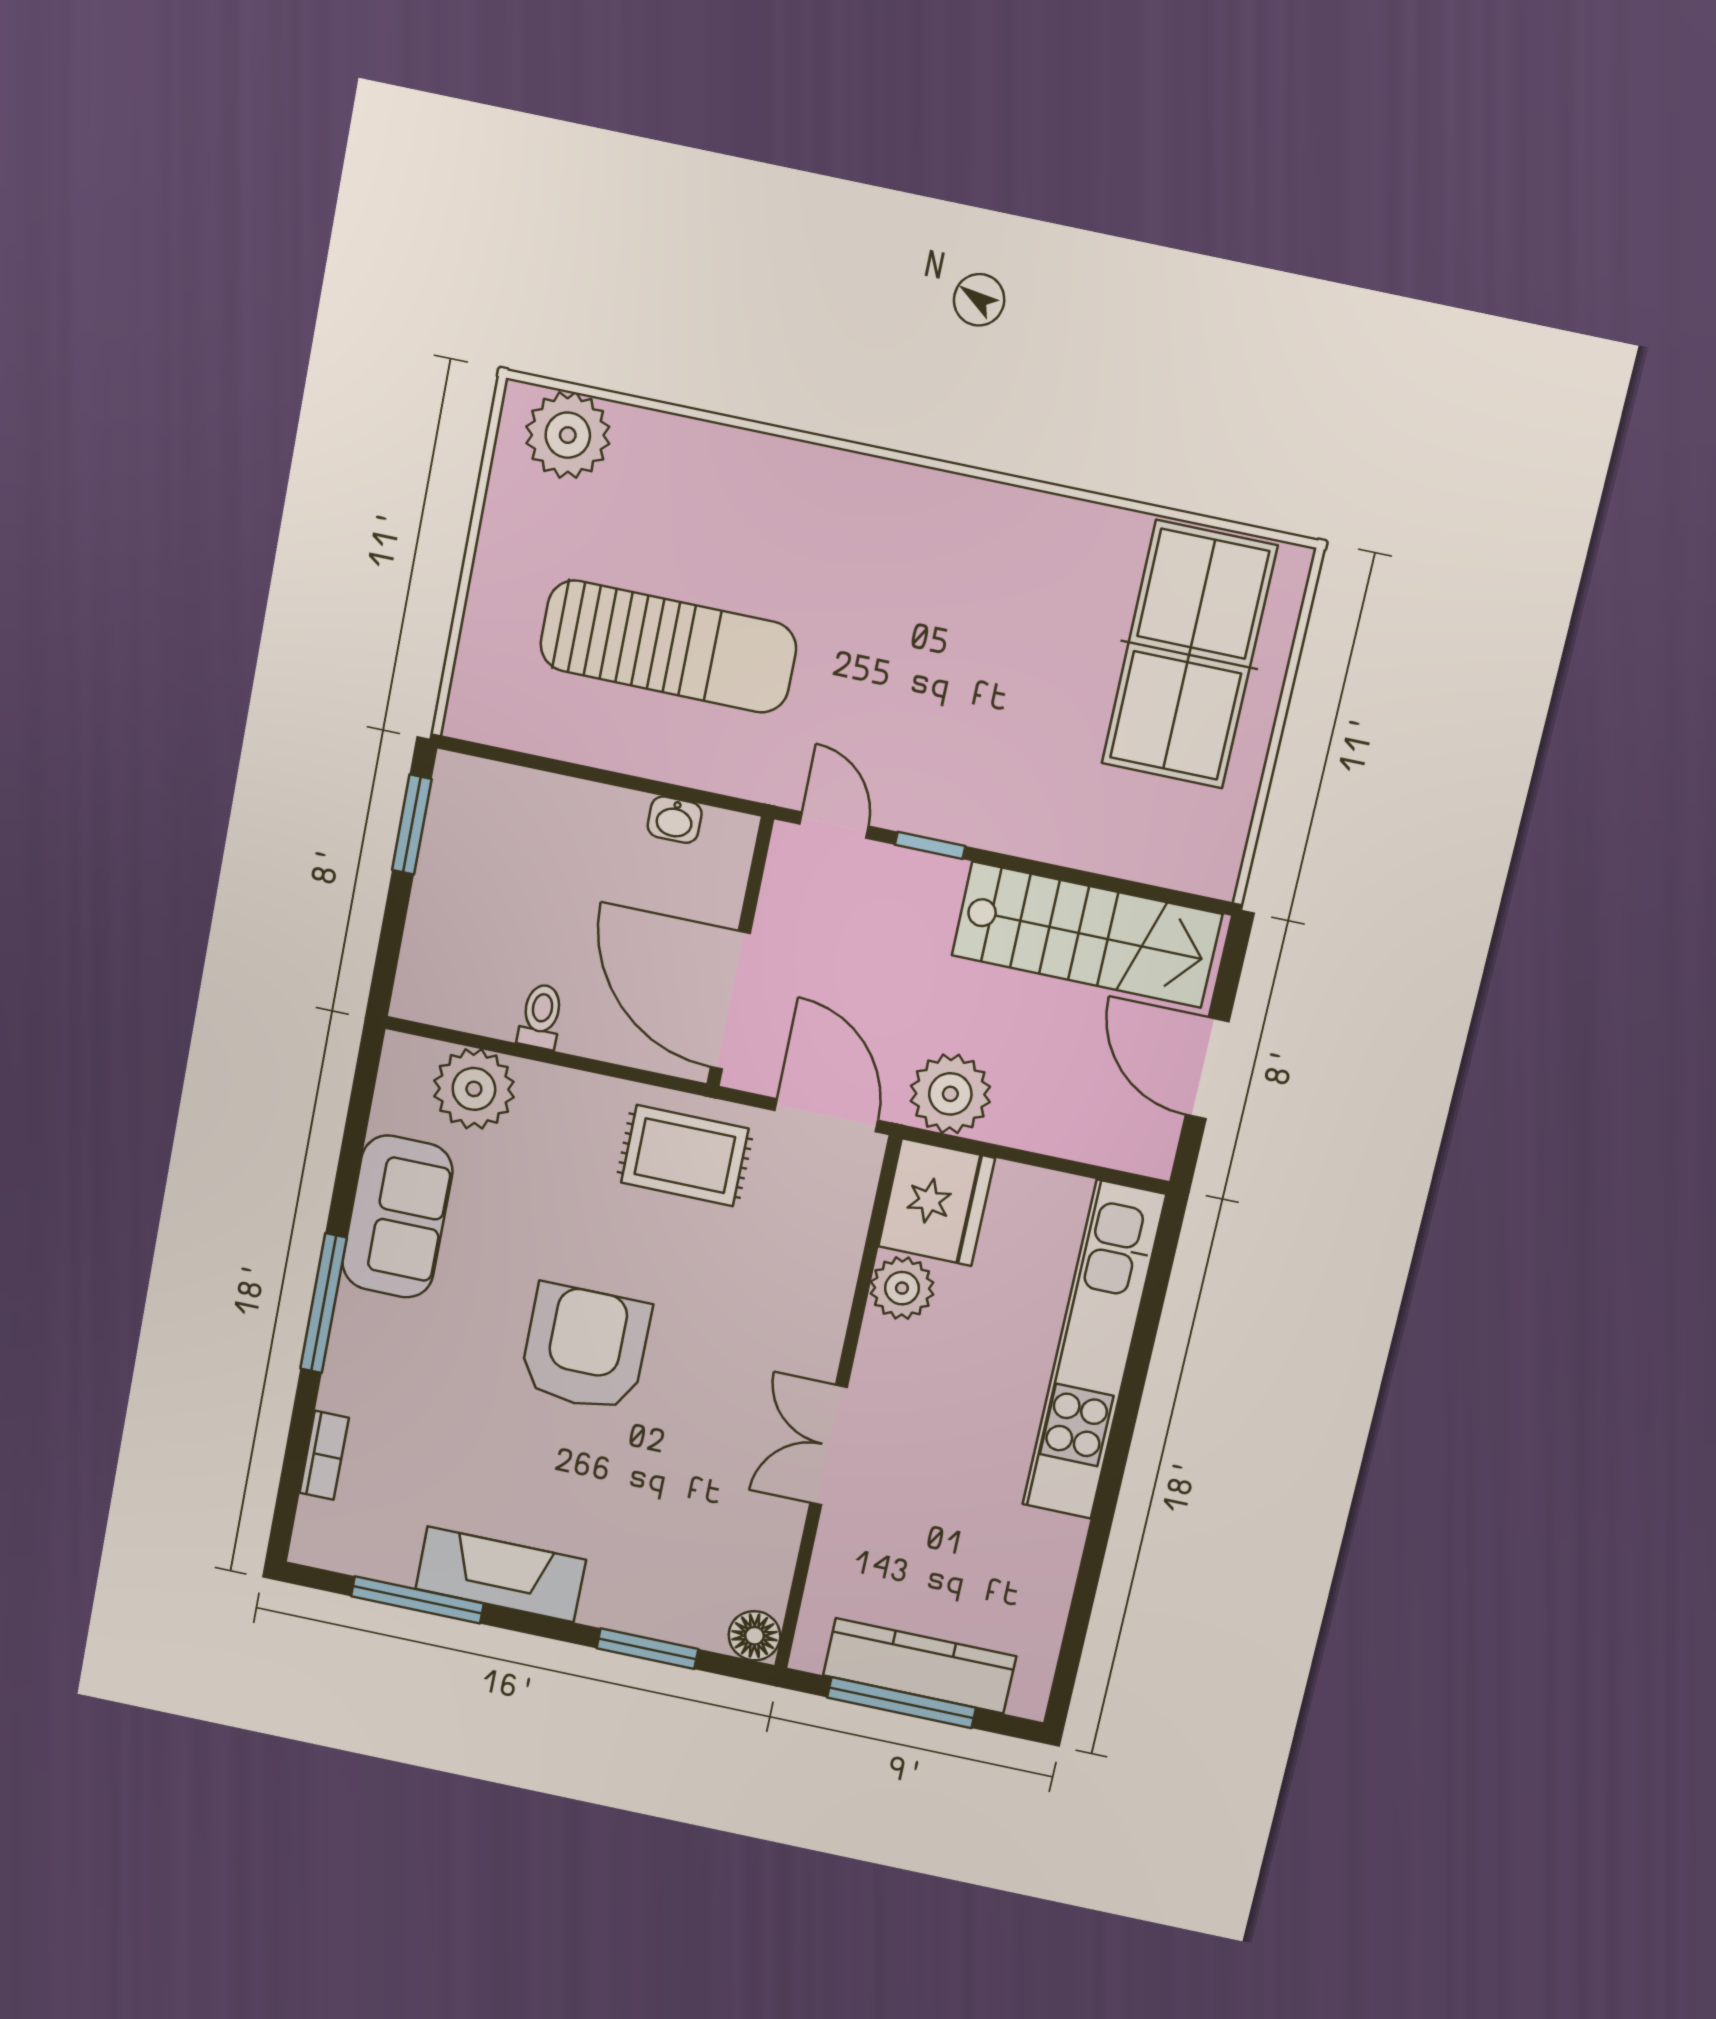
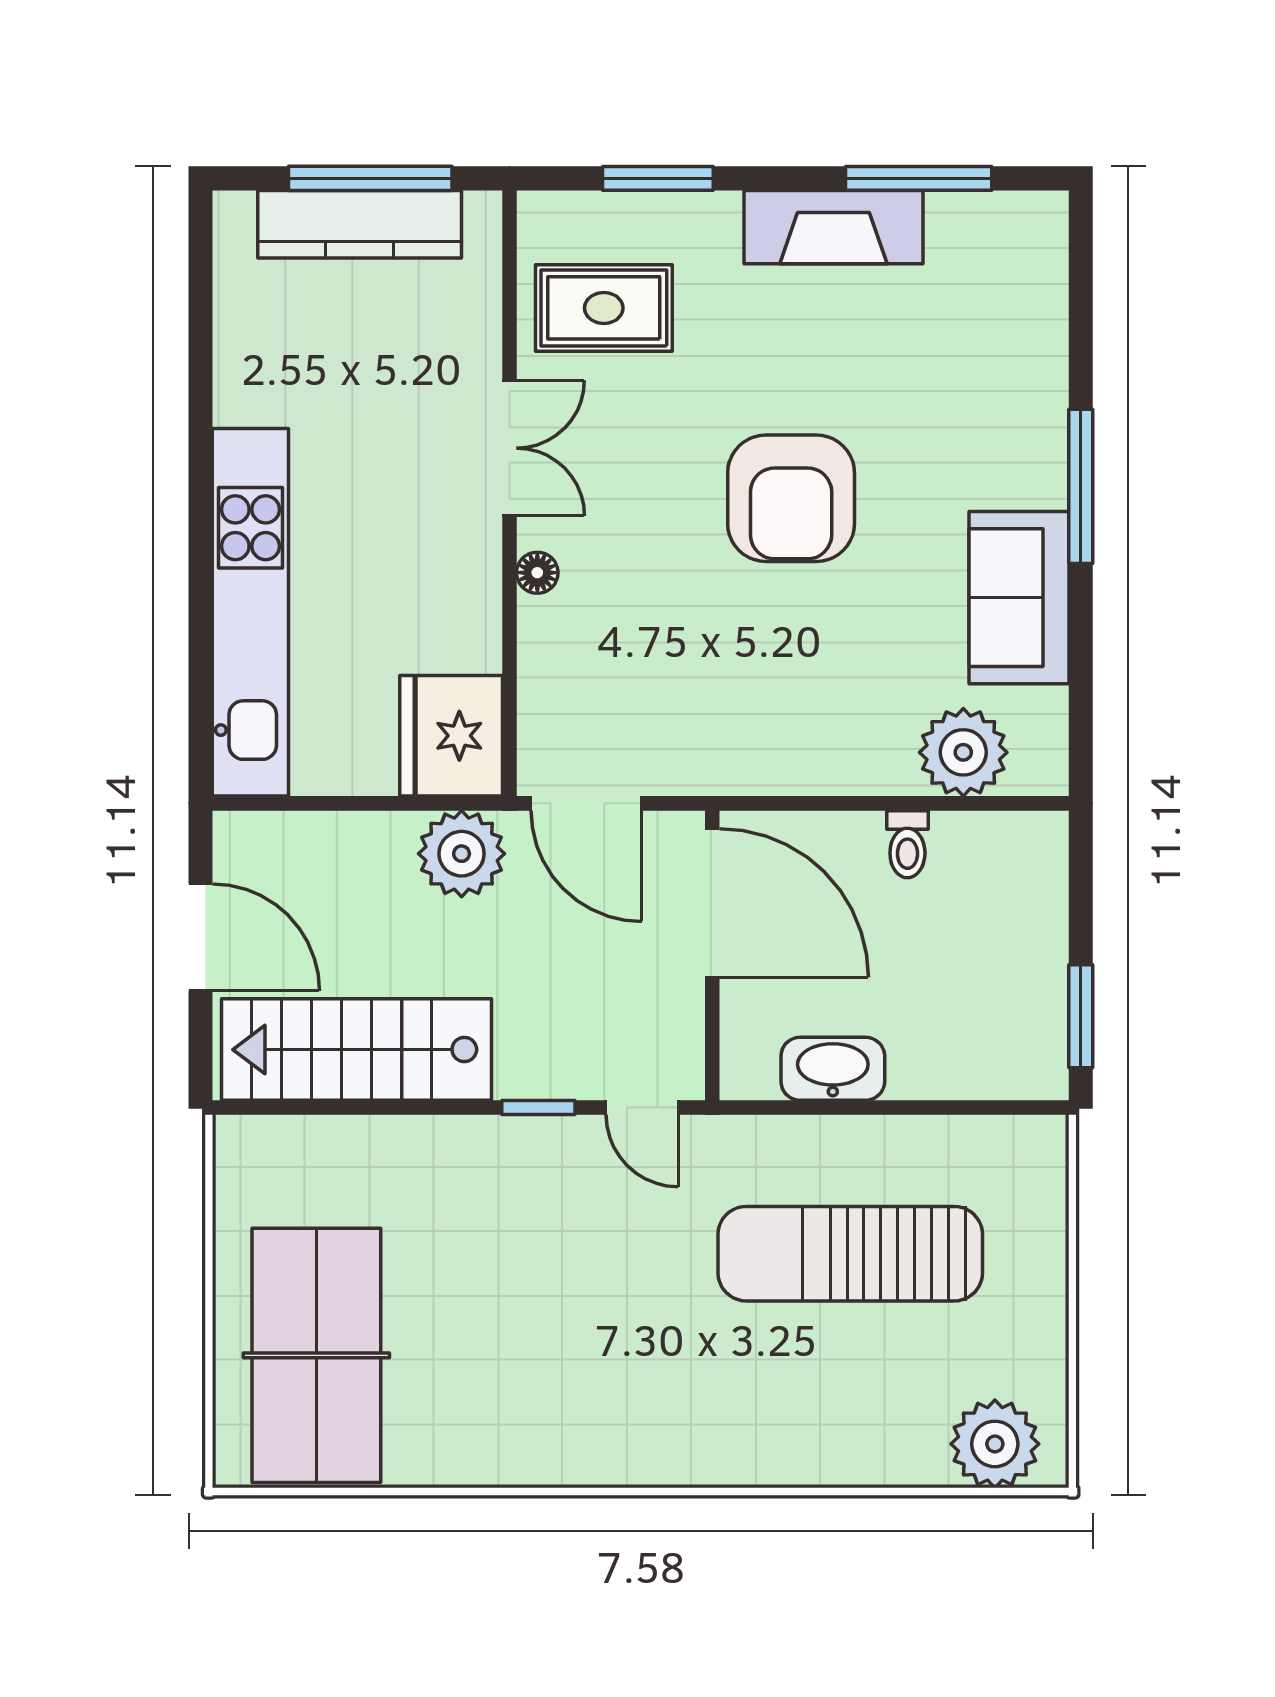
washbasin: (675, 820) -> (833, 1069), width x1.91, depth x1.45
rug: (685, 1156) -> (604, 308), moved
plant: (902, 1288) -> (468, 636), removed
bookcase: (324, 1455) -> (1050, 318), removed
floor lamp: (754, 1636) -> (537, 573), moved, width x0.73, depth x0.73

